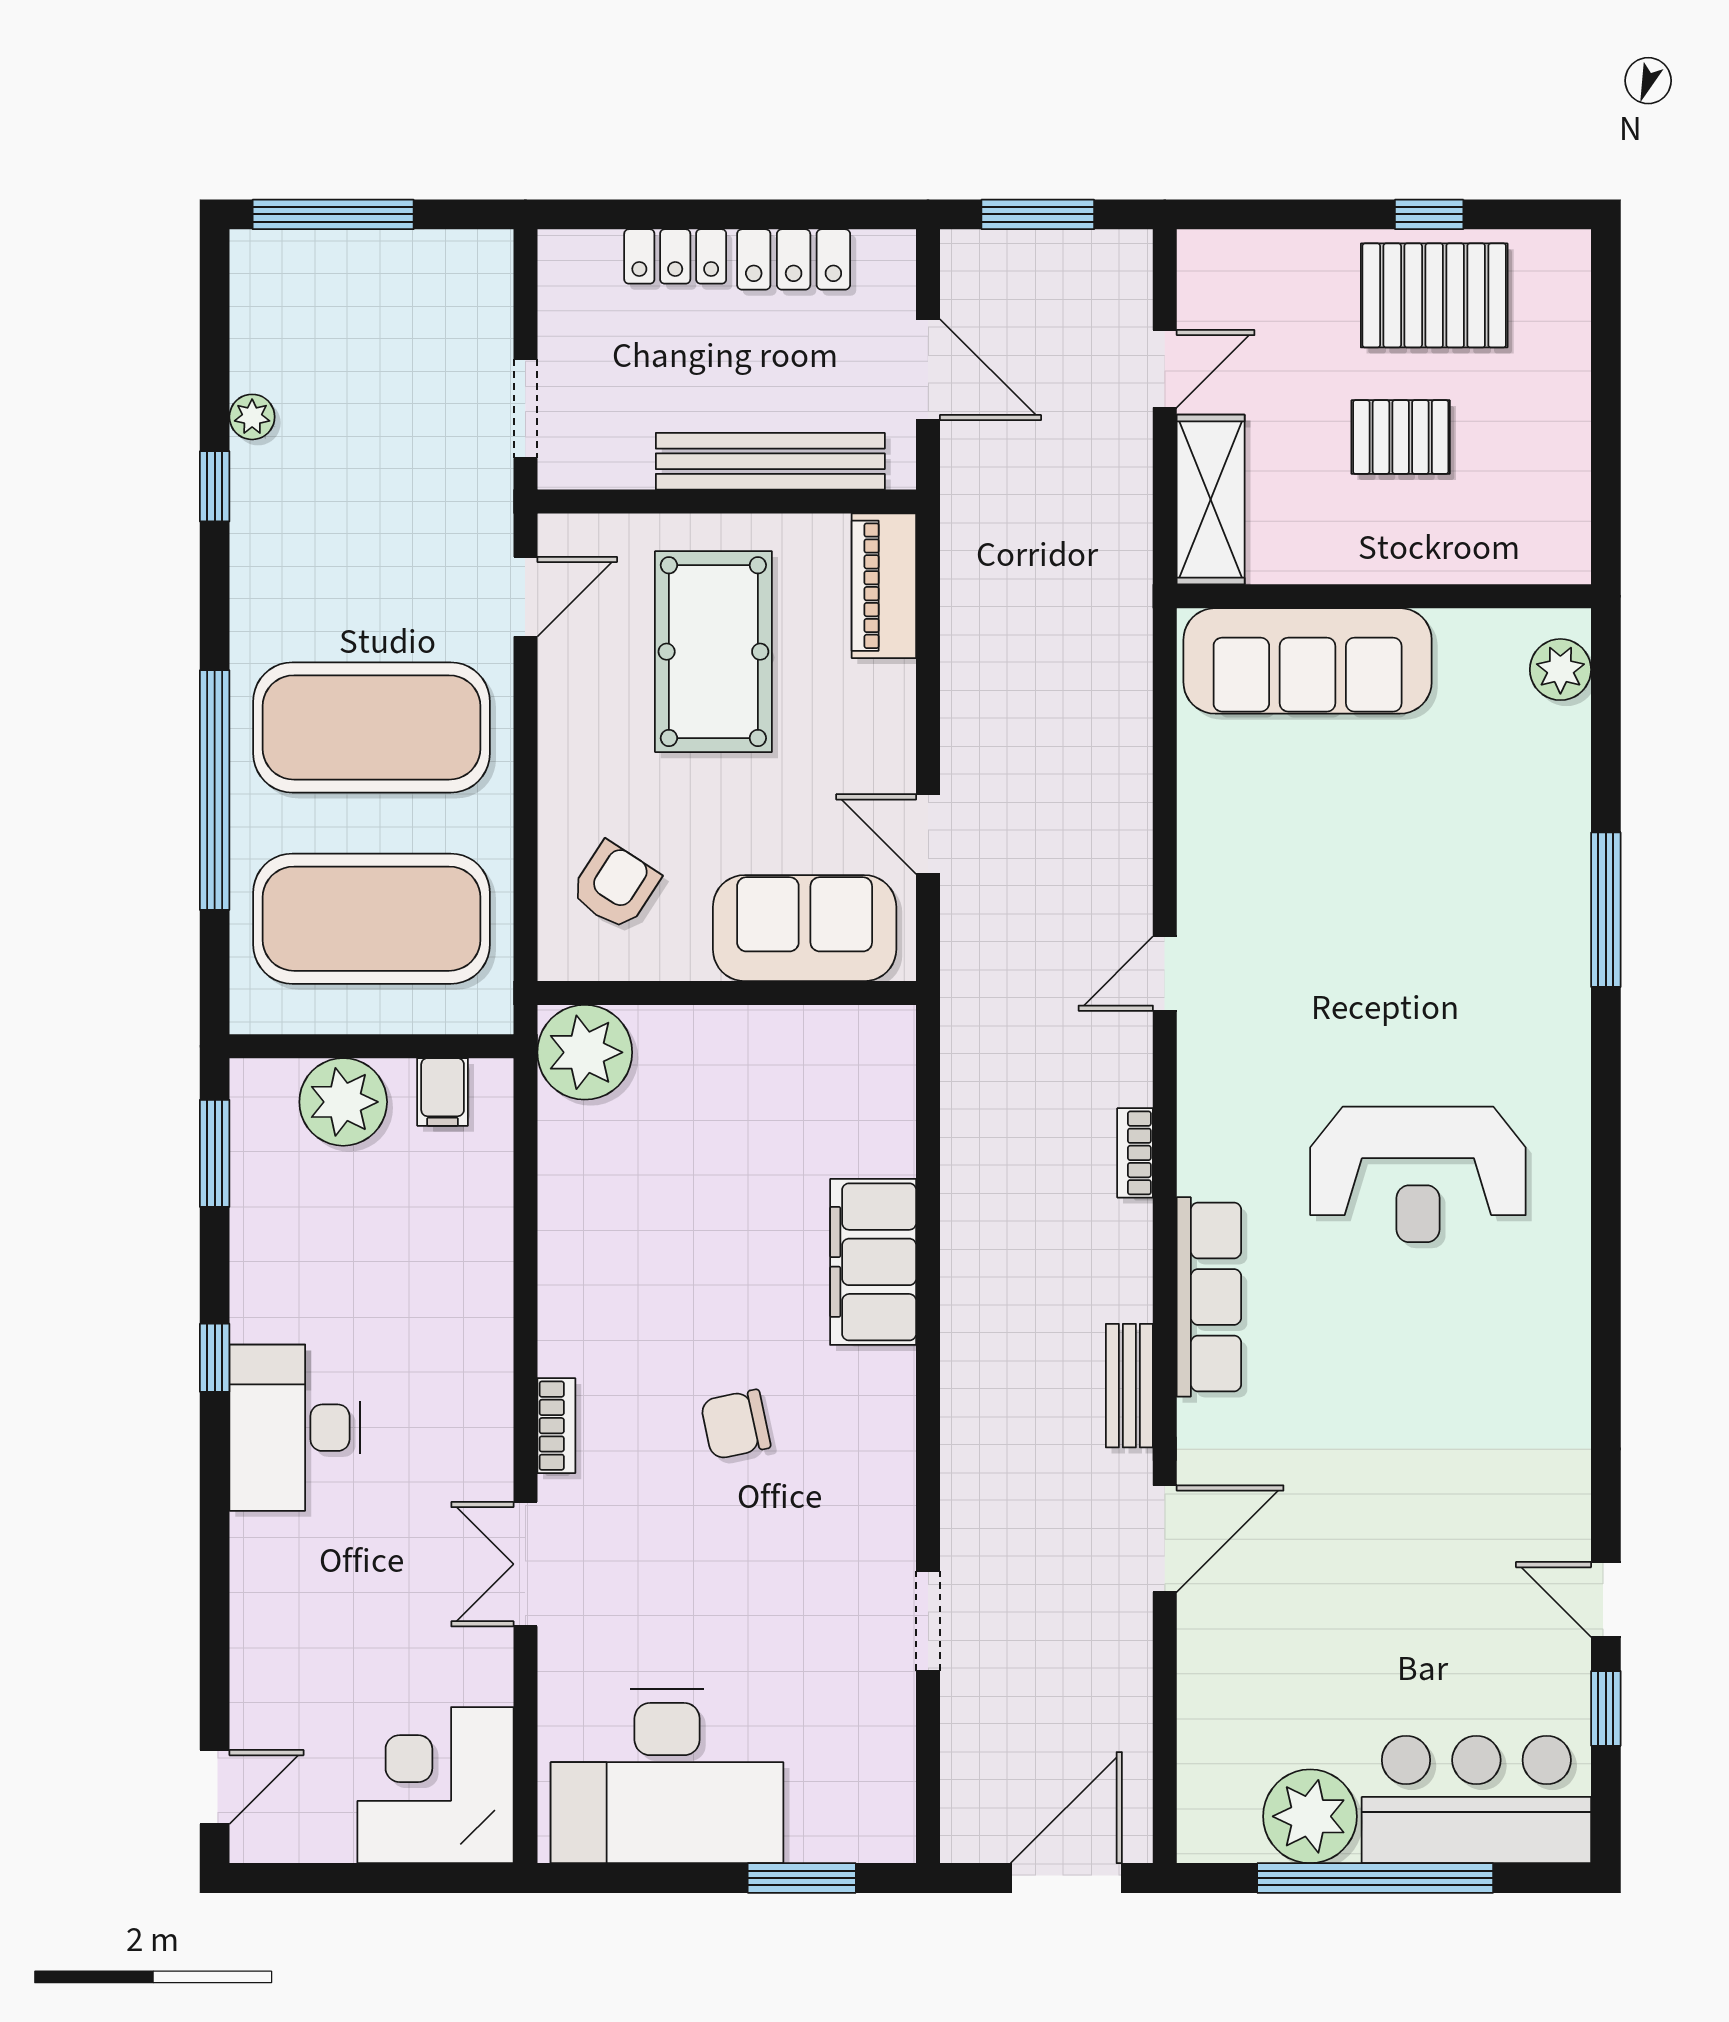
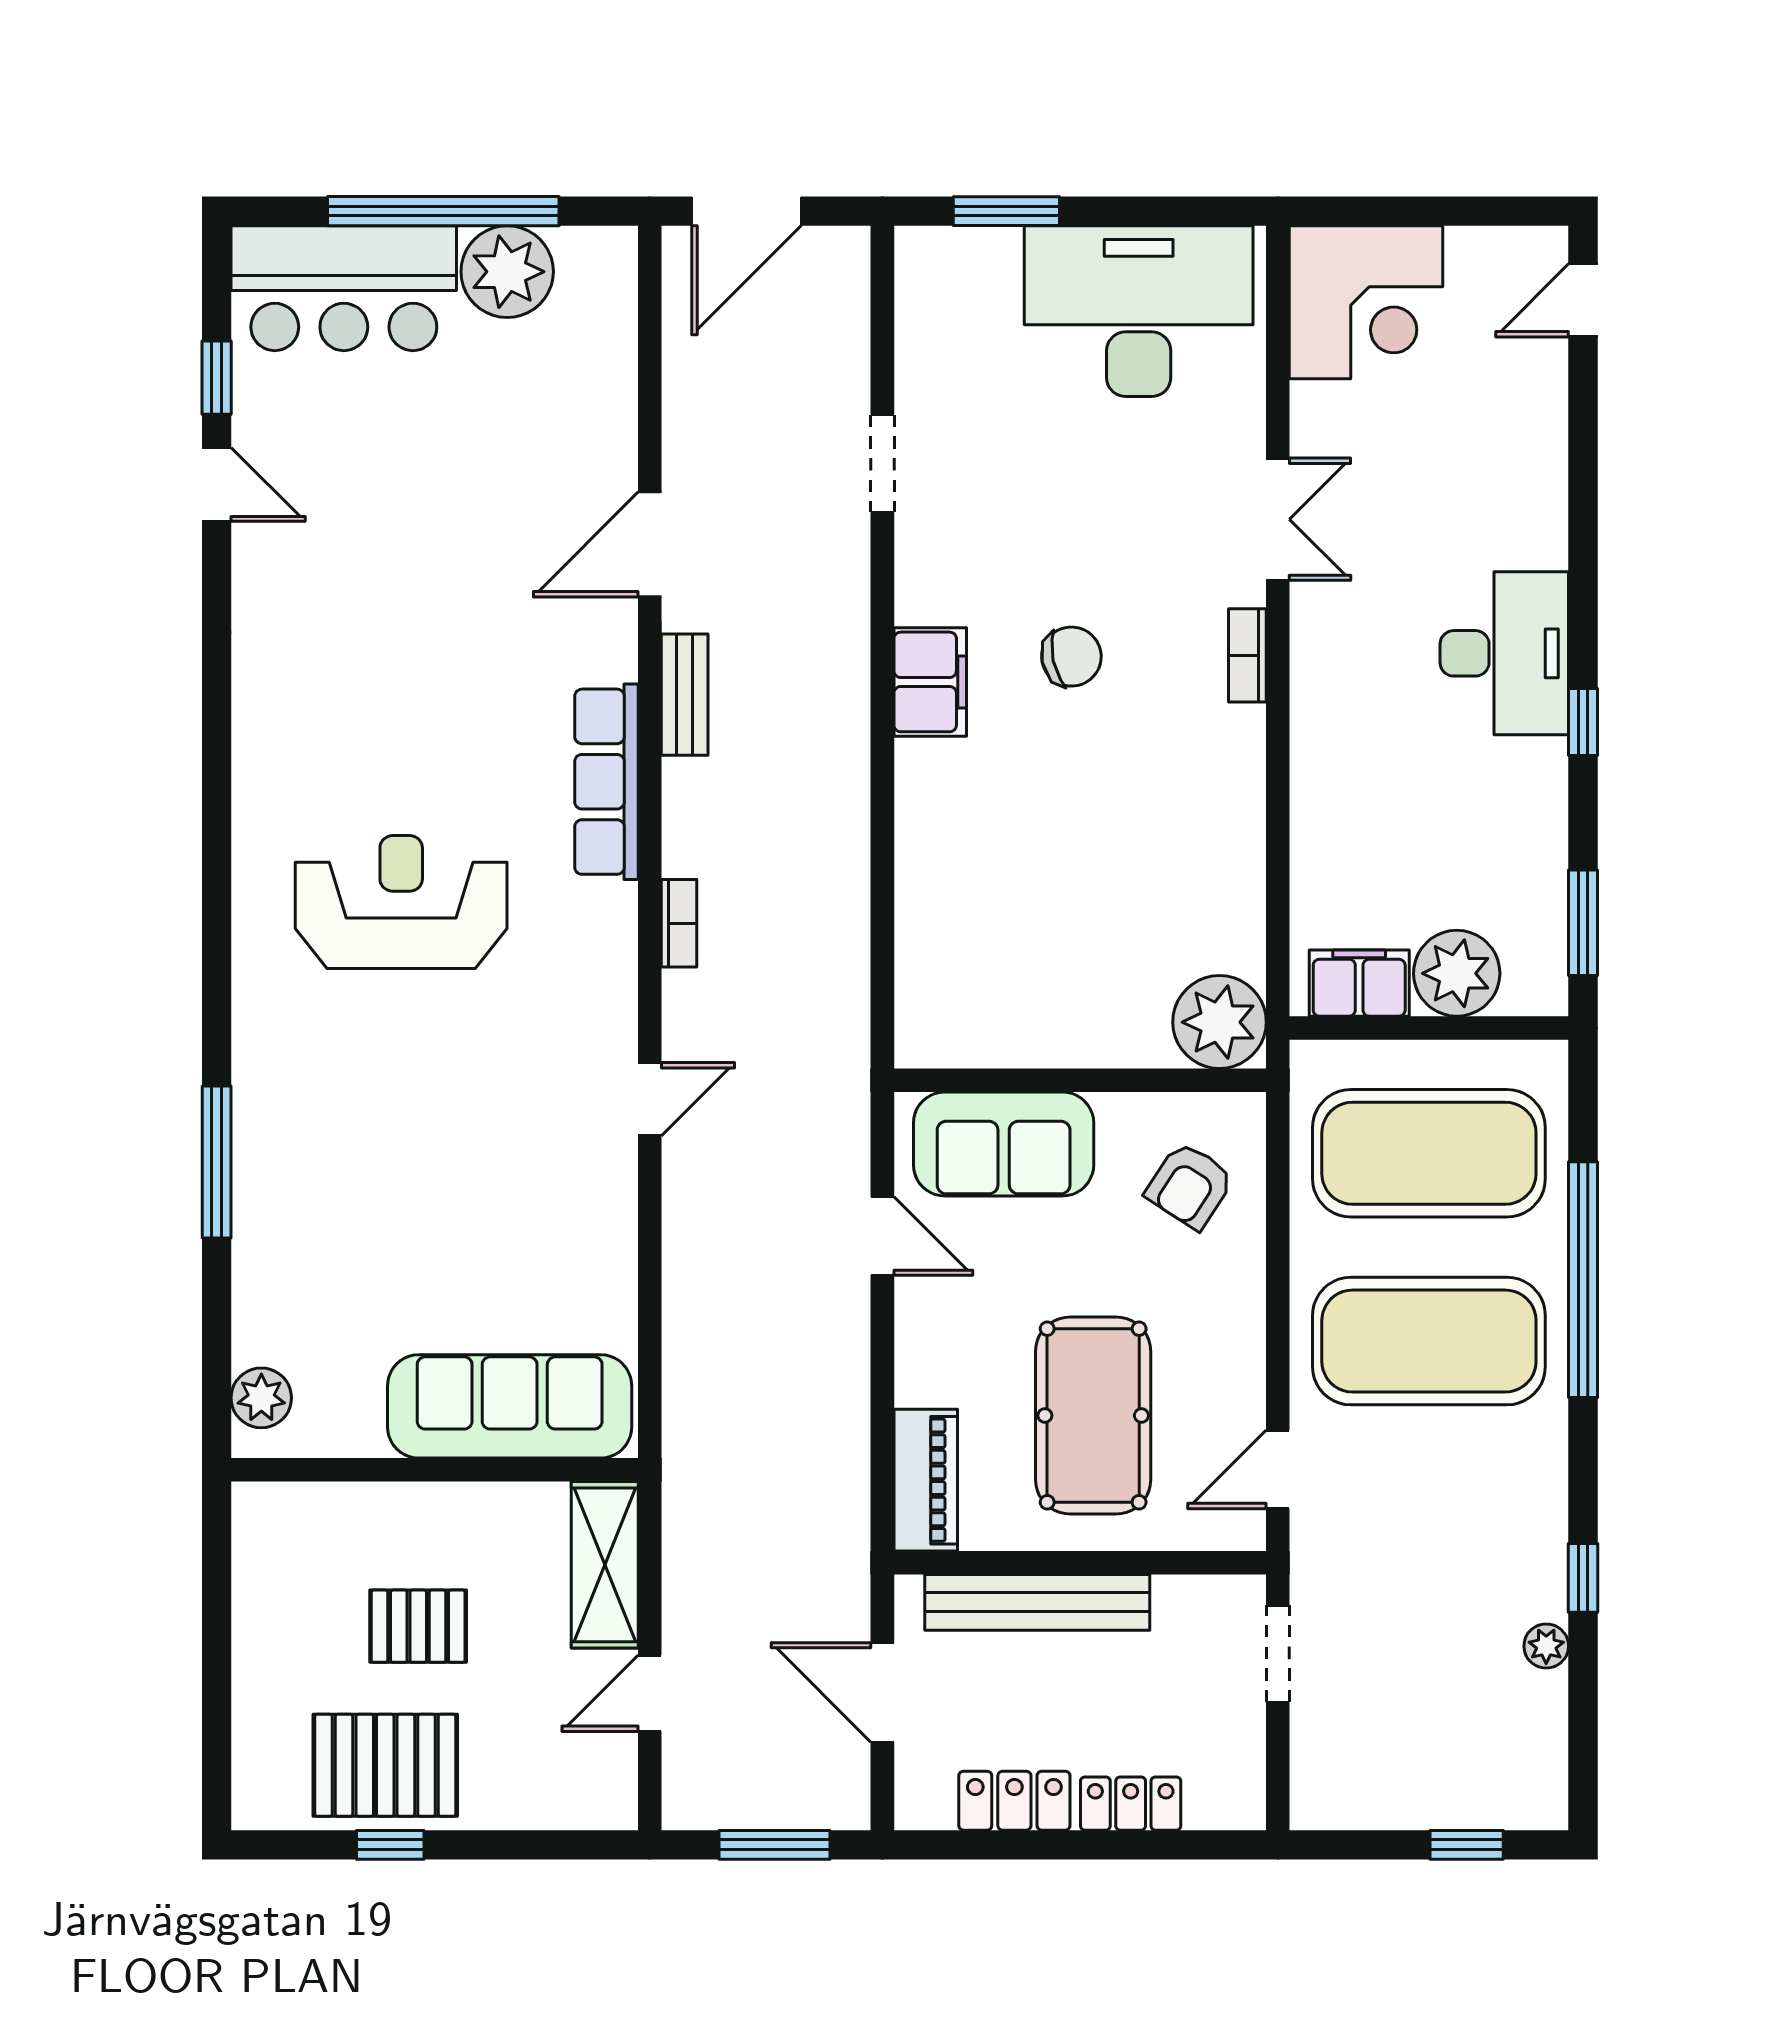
window: (333, 214) -> (1467, 1845), width x0.46
filing cabinet: (443, 1092) -> (1359, 983), width x2.00
filing cabinet: (873, 1262) -> (930, 682), moved, width x0.67, depth x0.86

